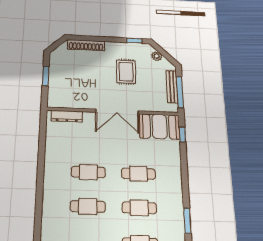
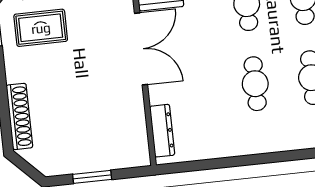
rug: (126, 72) -> (41, 28), moved

